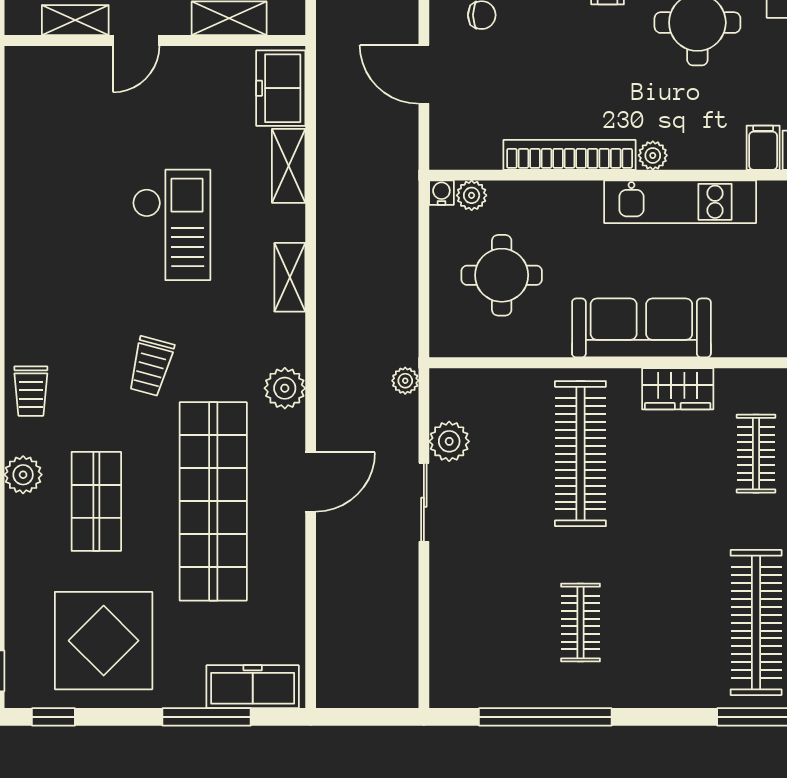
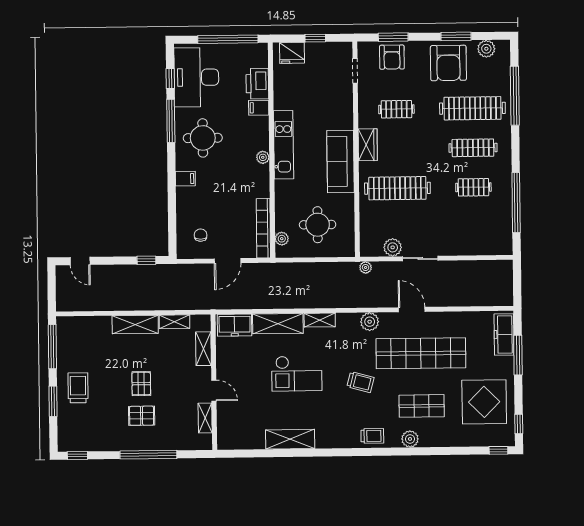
bookcase: (570, 155) -> (263, 228), moved
shelving: (289, 166) -> (278, 324), width x1.50, depth x1.33
water cooler: (441, 193) -> (281, 252), removed
shelving: (26, 208) -> (290, 439), added
checkout: (171, 225) -> (297, 374), turned 180
clothes rail: (668, 623) -> (473, 148), added

